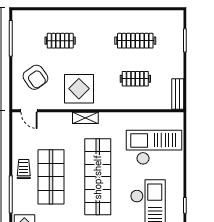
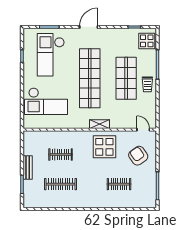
bench: (178, 94) -> (28, 167), moved

